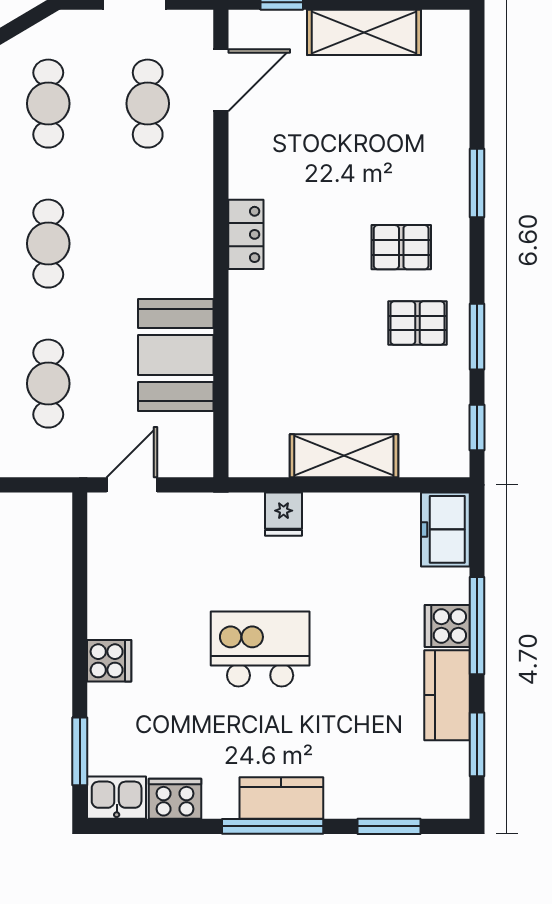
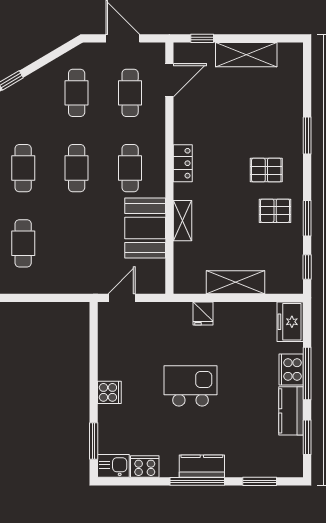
shelving: (245, 341) -> (182, 221), added
cafe table: (48, 384) -> (130, 168), moved
cooker: (447, 626) -> (291, 370), width x1.36

